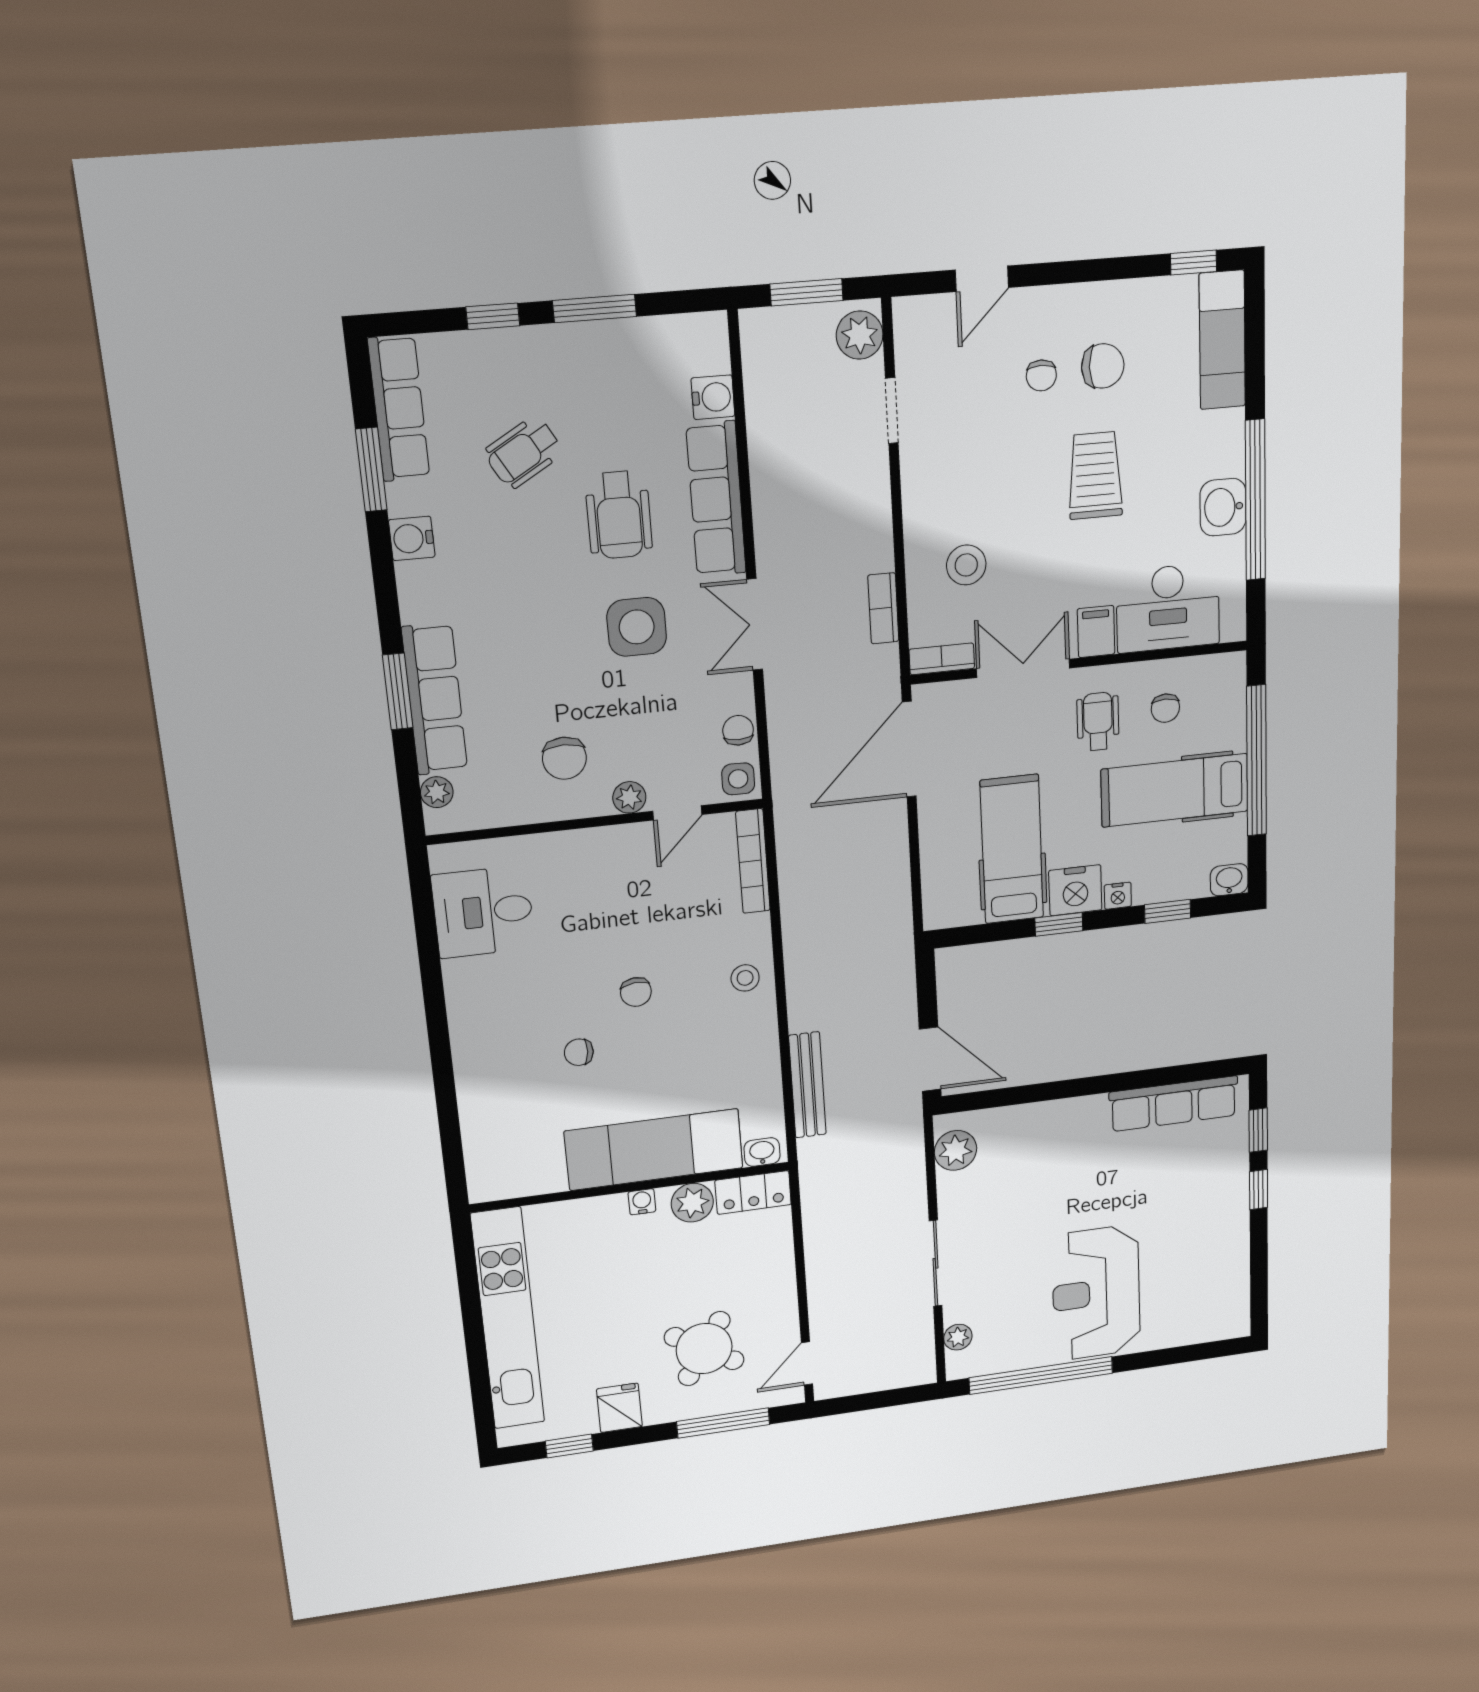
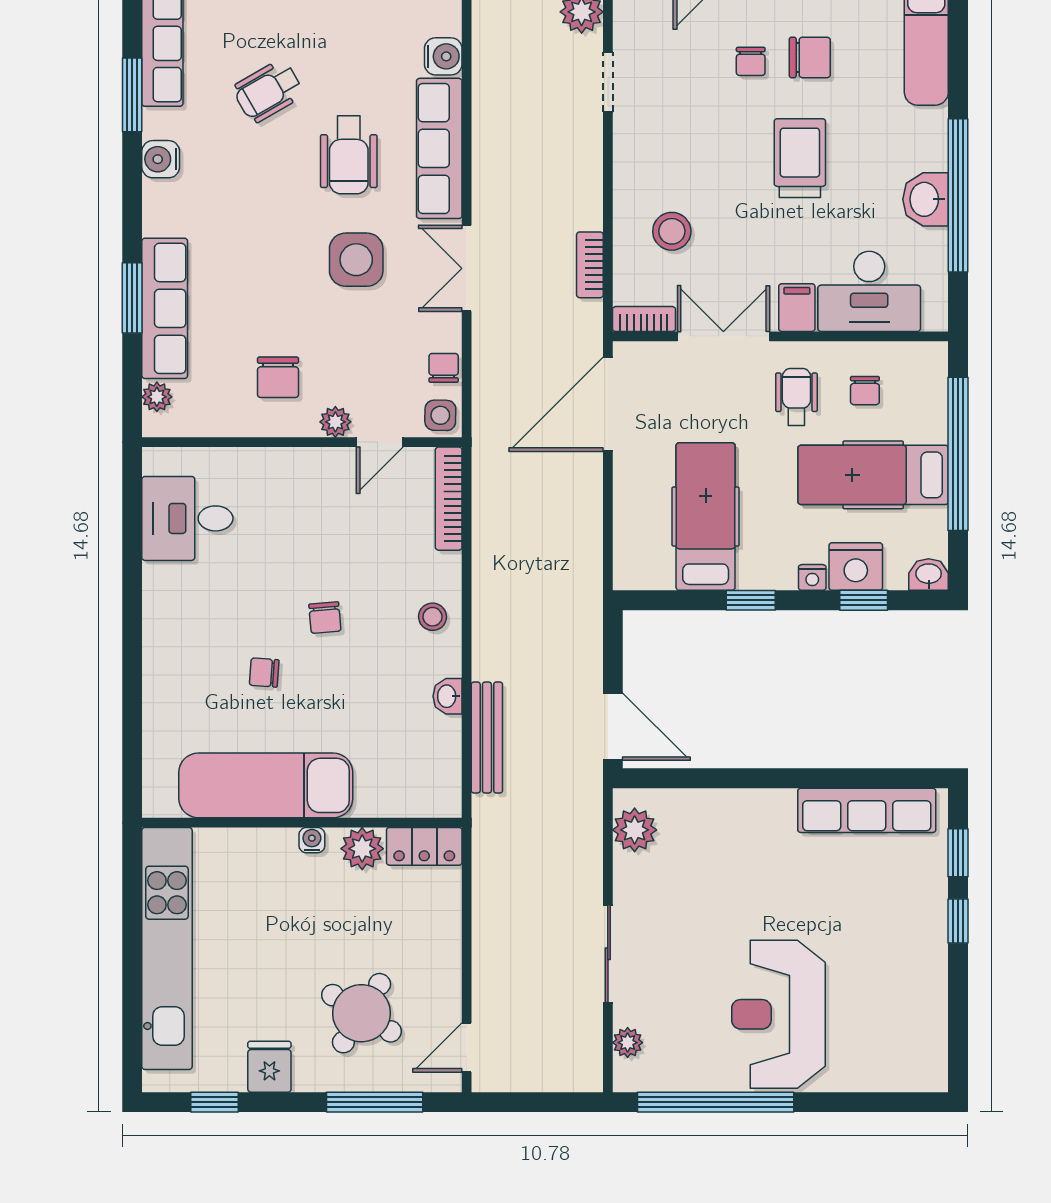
nightstand: (1075, 890) -> (856, 567), moved
exam couch: (654, 1150) -> (266, 785), moved
washbasin: (762, 1152) -> (448, 696), moved, turned -90

